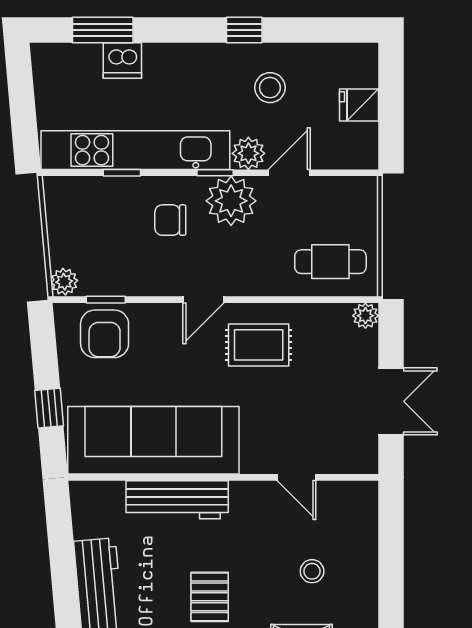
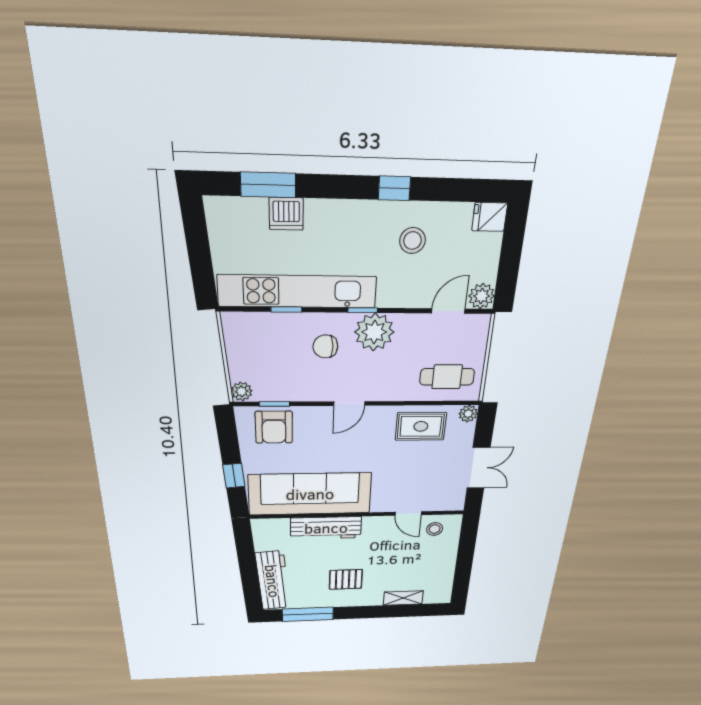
fridge: (359, 105) -> (490, 217), moved
plant: (248, 153) -> (482, 296), moved
door: (289, 173) -> (448, 311), moved
rug: (259, 345) -> (421, 426), moved
stool: (312, 571) -> (435, 529), moved
pallet: (210, 597) -> (346, 579), turned 90

